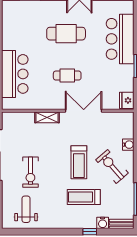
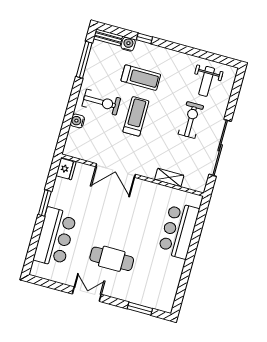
cafe table: (67, 76) -> (123, 213), removed
shelving: (47, 117) -> (169, 177), moved
exercise bike: (112, 166) -> (101, 102), turned -49

